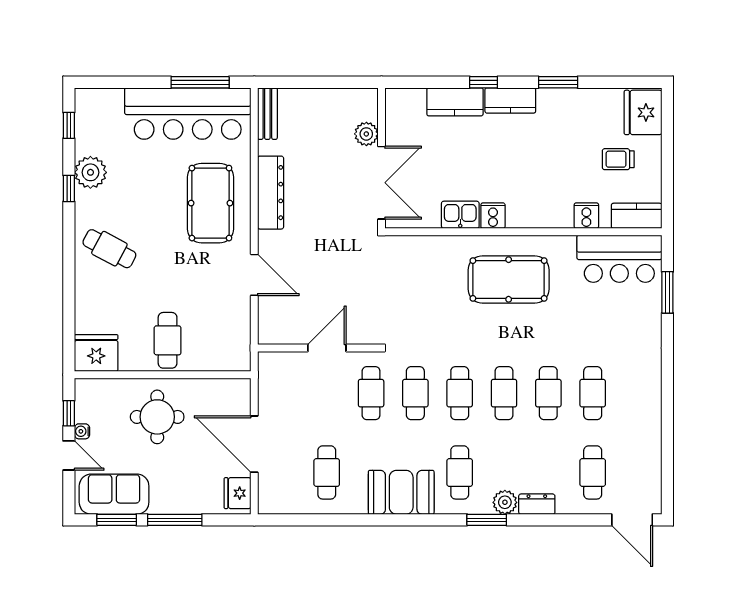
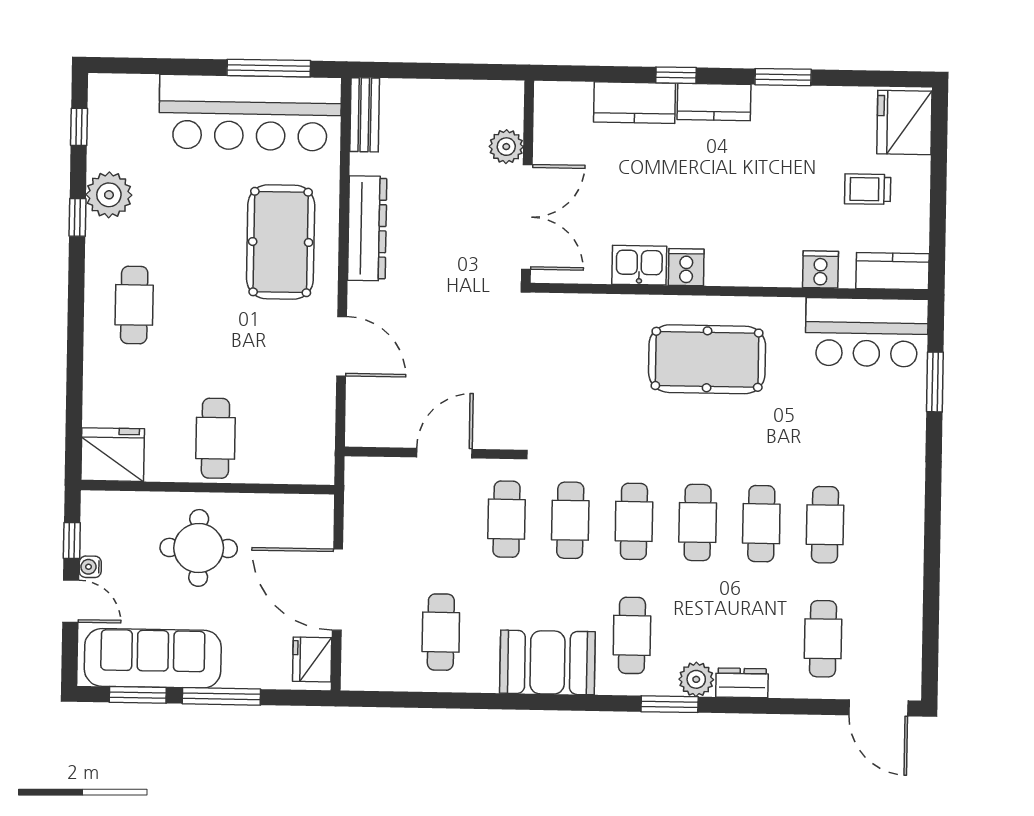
cafe table: (109, 249) -> (134, 305), turned 62
sofa: (114, 494) -> (153, 658), width x1.36

